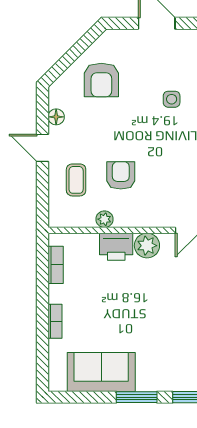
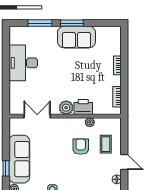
armchair: (121, 175) -> (81, 147), turned 180
sofa: (101, 372) -> (76, 37), moved

